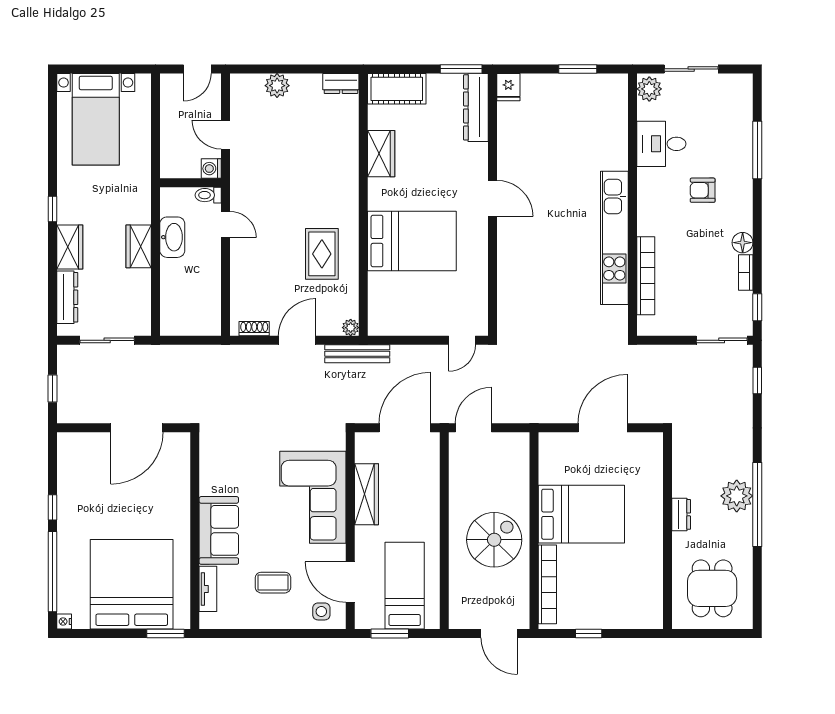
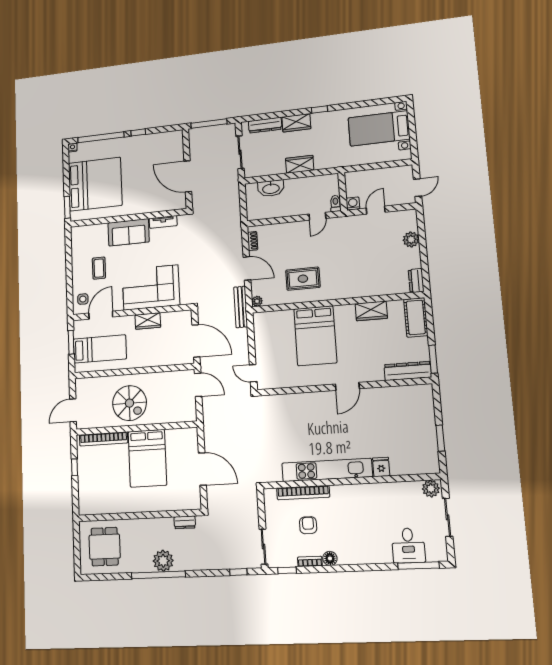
door: (197, 69) -> (418, 188), swing flipped
fridge: (508, 87) -> (381, 467), moved, turned 90
desk: (661, 144) -> (408, 545), moved, turned 180
window: (757, 150) -> (419, 566), moved
armchair: (703, 190) -> (308, 525), moved
washbasin: (172, 237) -> (271, 188), moved
window: (53, 389) -> (209, 124), width x2.17
wardrobe: (366, 494) -> (148, 321), width x0.67
dresser: (681, 514) -> (185, 522), moved
dining table: (712, 588) -> (105, 547), turned 90
tv unit: (208, 589) -> (163, 222), moved

